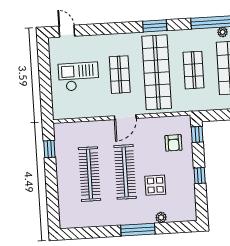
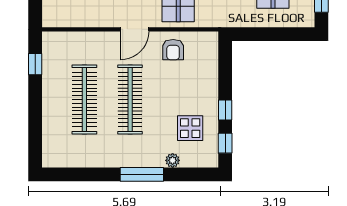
window: (197, 134) -> (225, 143), moved
armchair: (173, 143) -> (173, 50), moved
display table: (155, 185) -> (190, 128), moved

